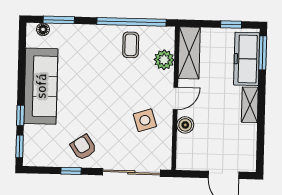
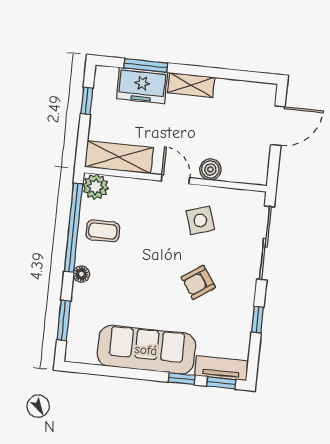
floor lamp: (43, 29) -> (81, 274), moved
window: (263, 53) -> (146, 65), moved
freezer: (247, 59) -> (142, 85), width x0.71
plant: (164, 60) -> (96, 187), moved
tv unit: (31, 146) -> (221, 368), added
armchair: (83, 147) -> (198, 282), moved

